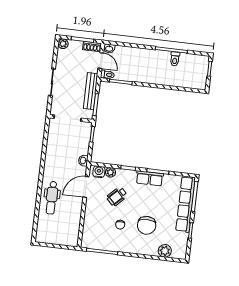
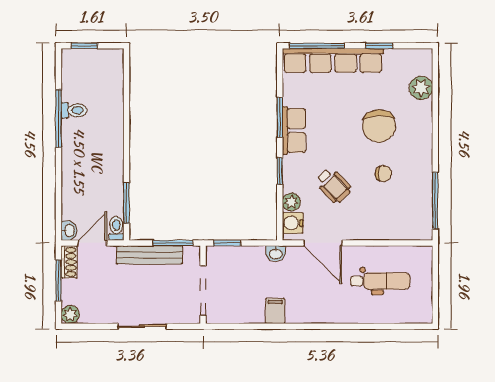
filing cabinet: (52, 156) -> (275, 311), added
dental chair: (52, 198) -> (380, 281), moved
chair: (147, 225) -> (379, 126), turned 87

